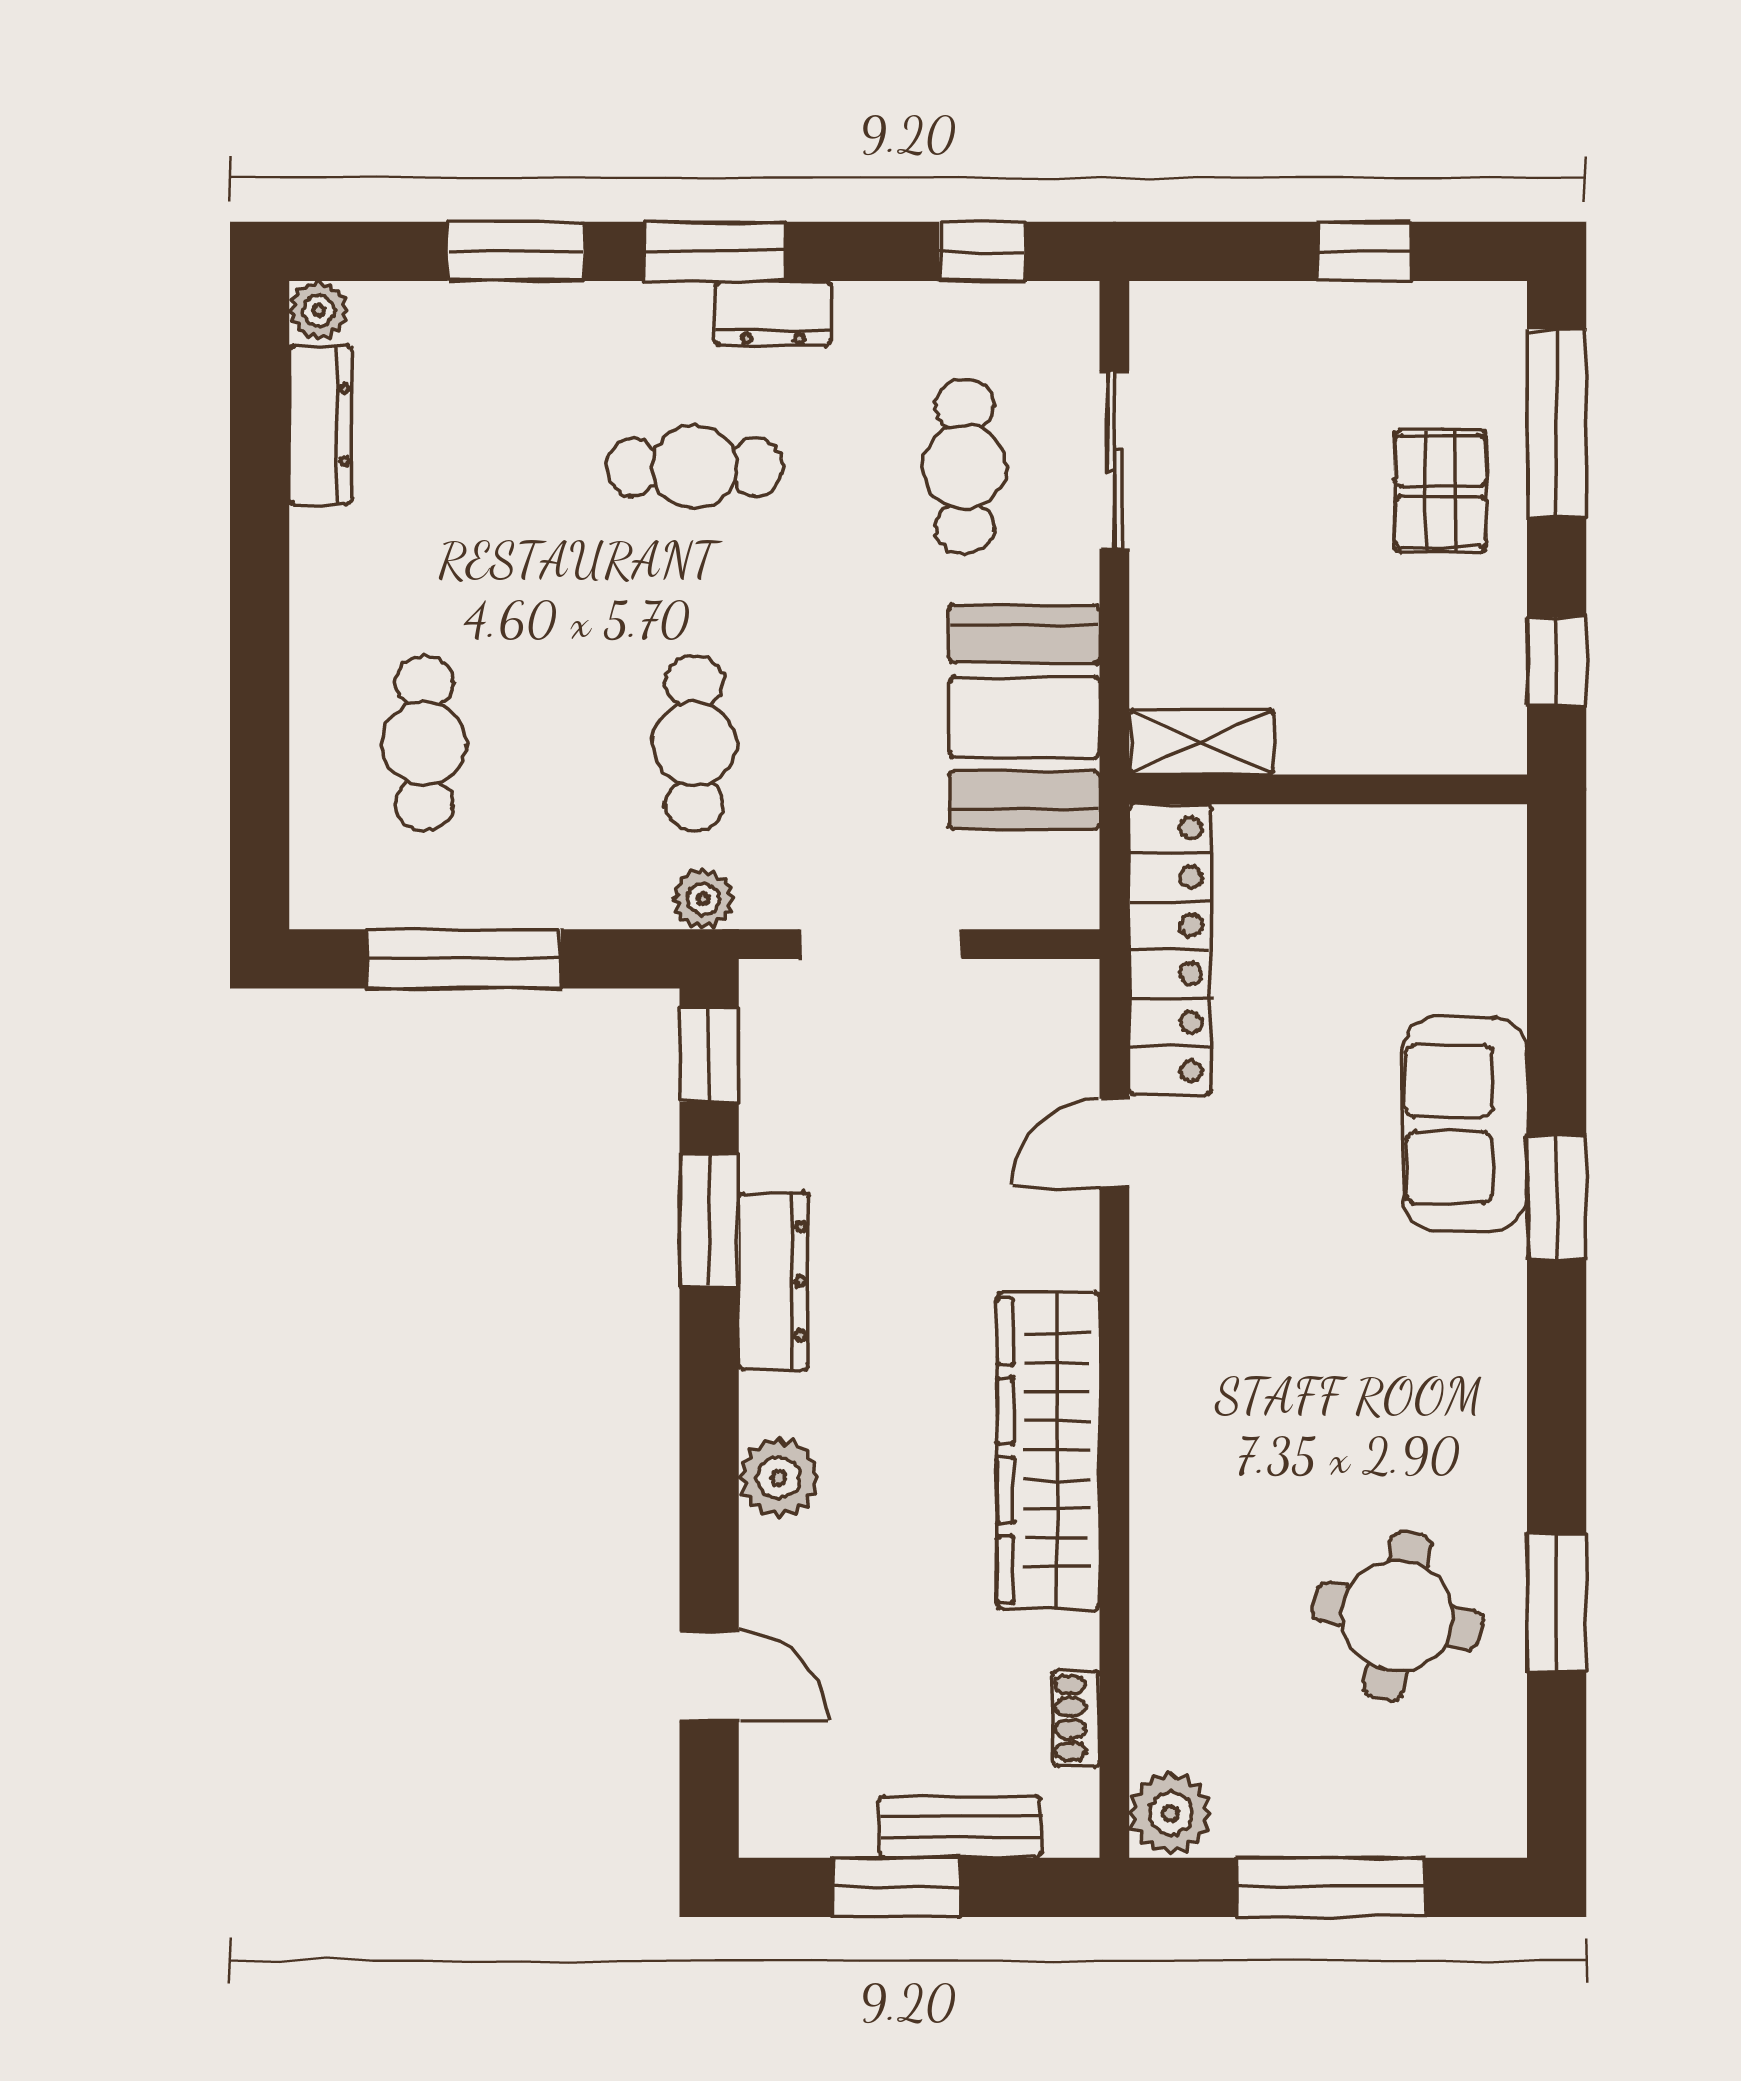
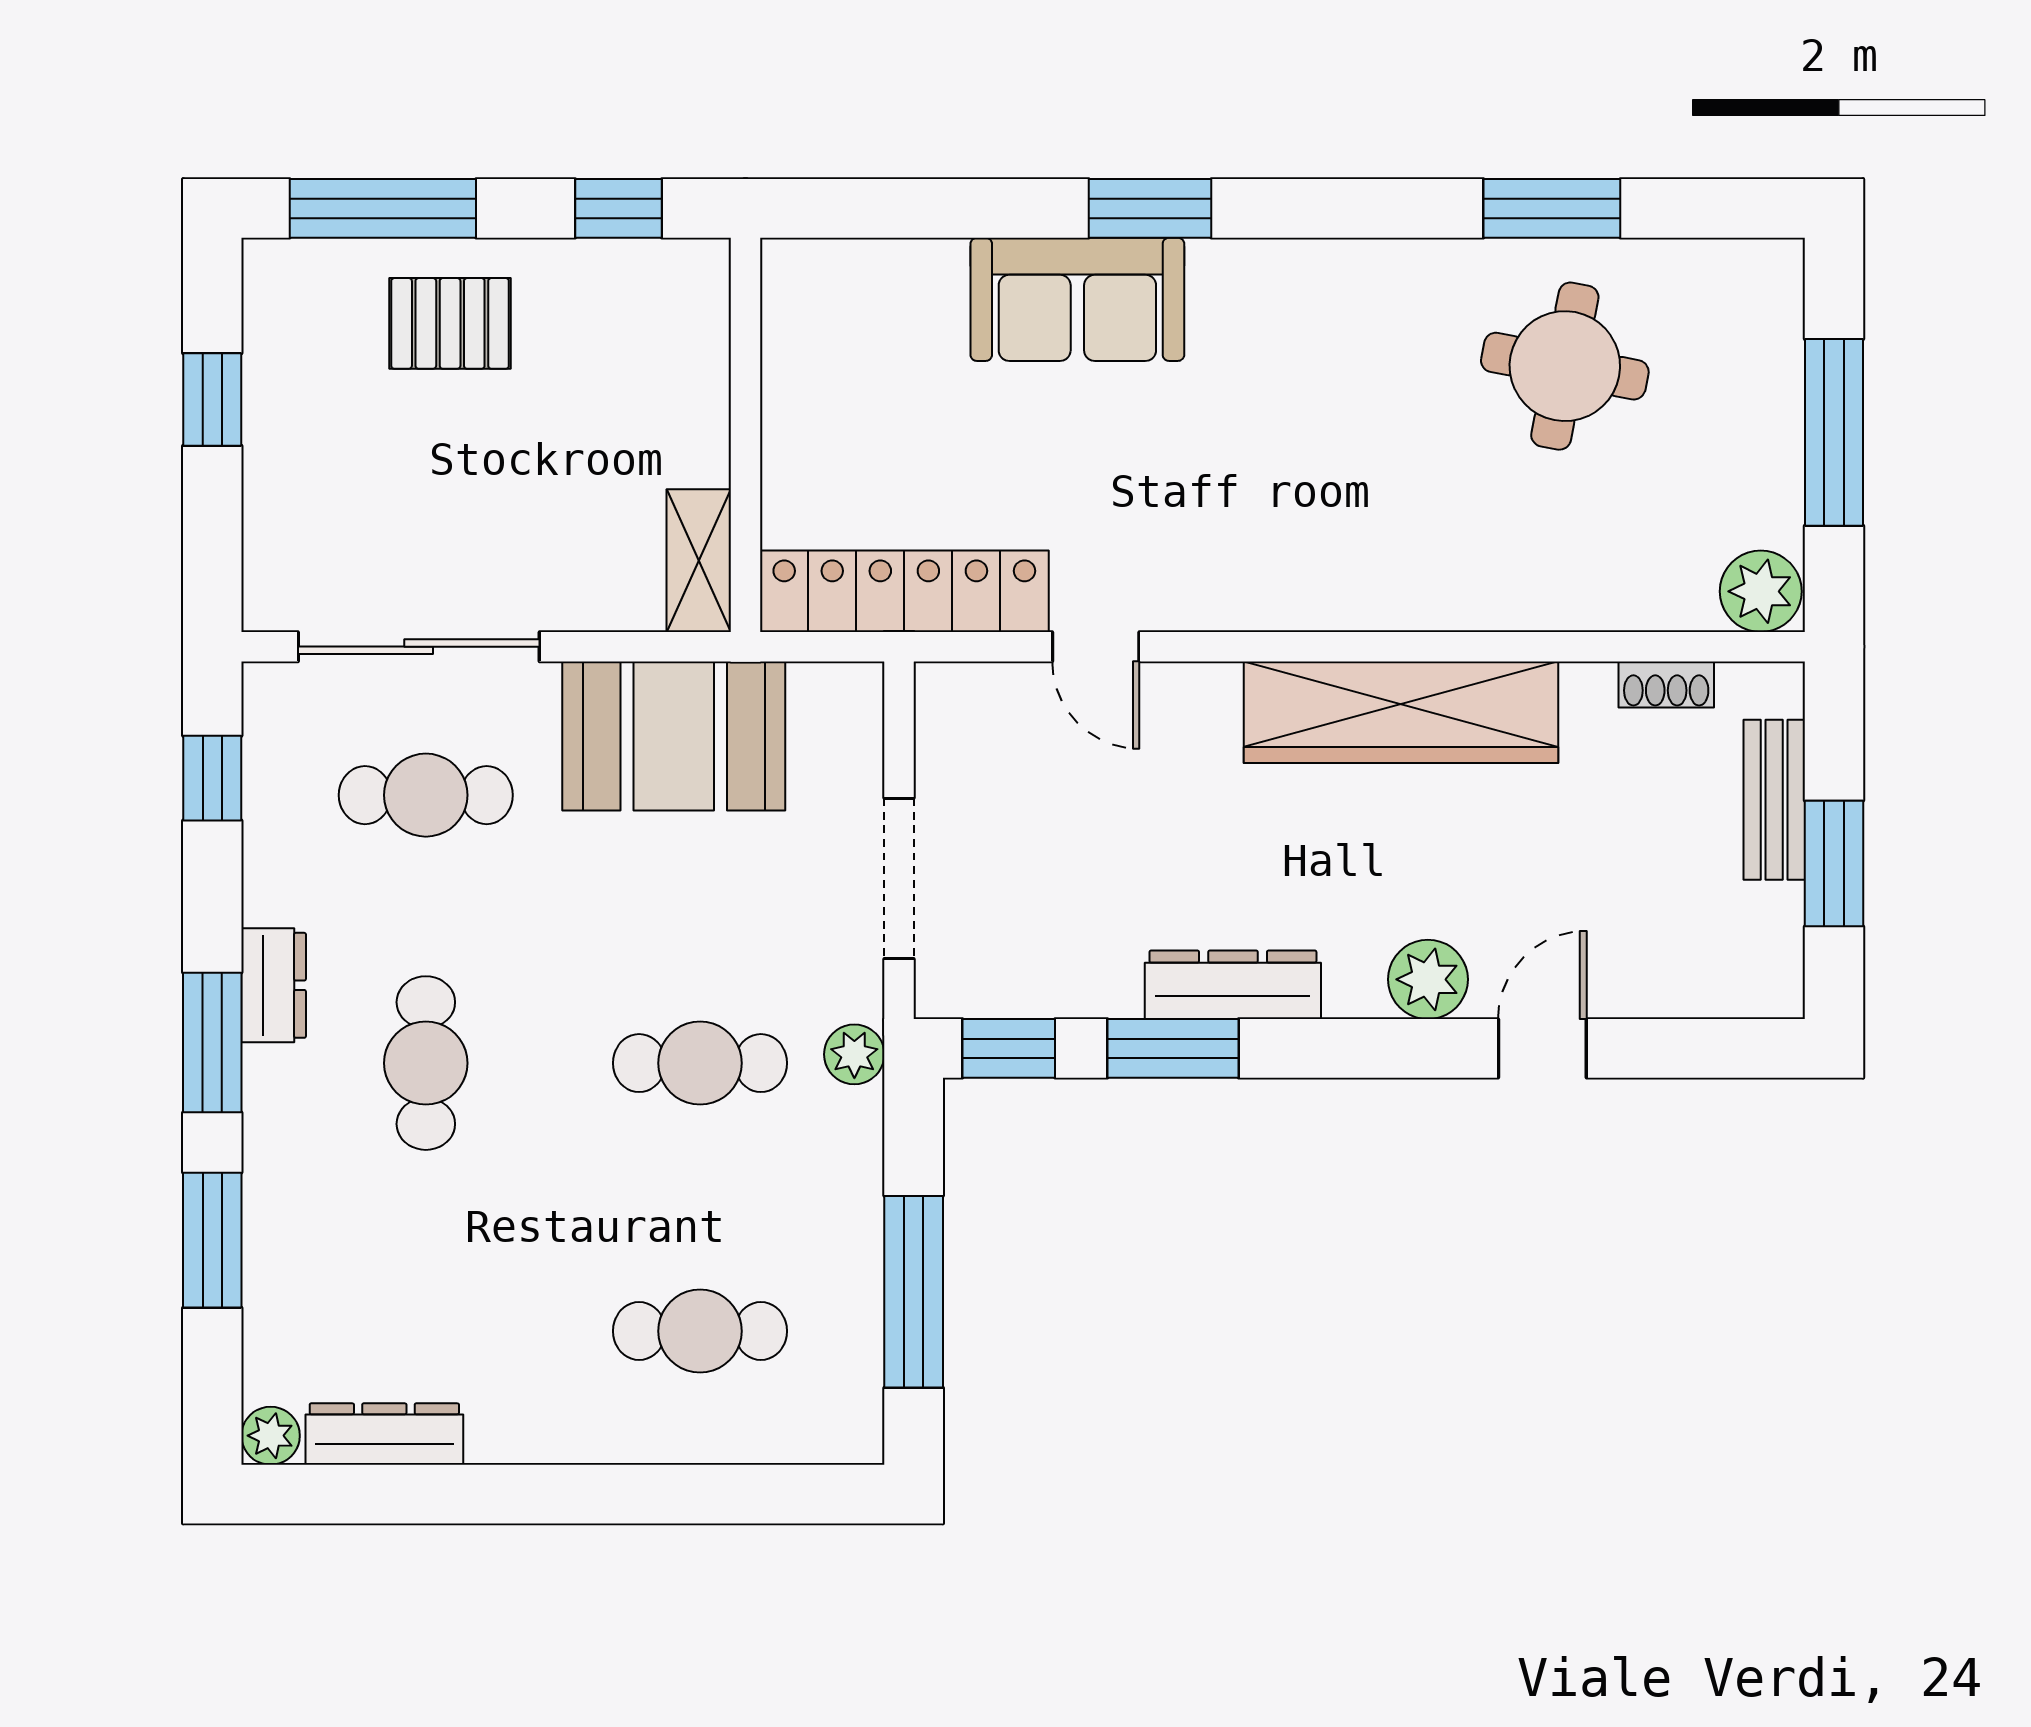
sliding door: (1114, 460) -> (419, 647), width x1.37
door: (709, 1676) -> (1542, 1048), moved

